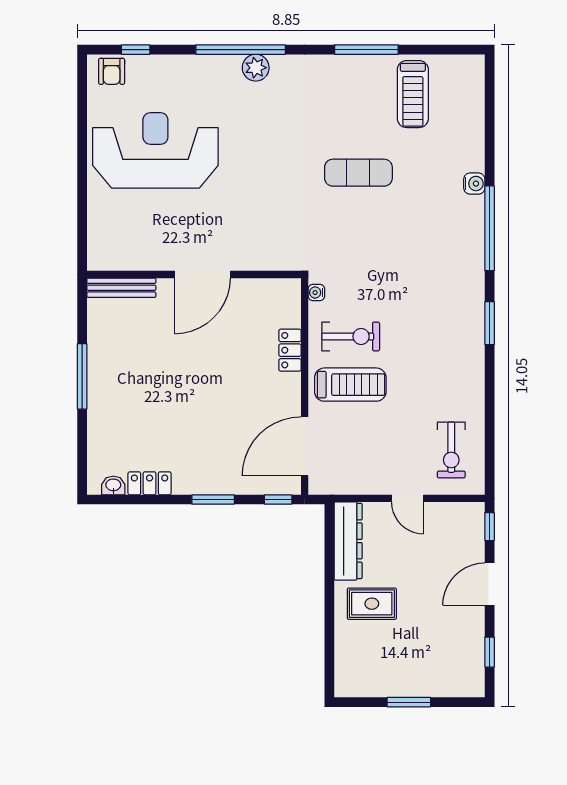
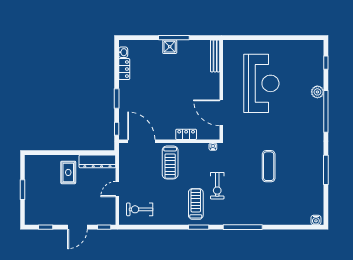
plant: (256, 68) -> (317, 92), moved
armchair: (112, 71) -> (316, 51), removed
treadmill: (413, 94) -> (196, 204), moved, turned 90
reception desk: (155, 150) -> (261, 83), moved
water cooler: (474, 184) -> (316, 220), moved
door: (202, 275) -> (221, 113), moved
exercise bike: (351, 336) -> (217, 186), moved
shower: (102, 385) -> (170, 47), added
door: (490, 584) -> (77, 227), swing flipped

